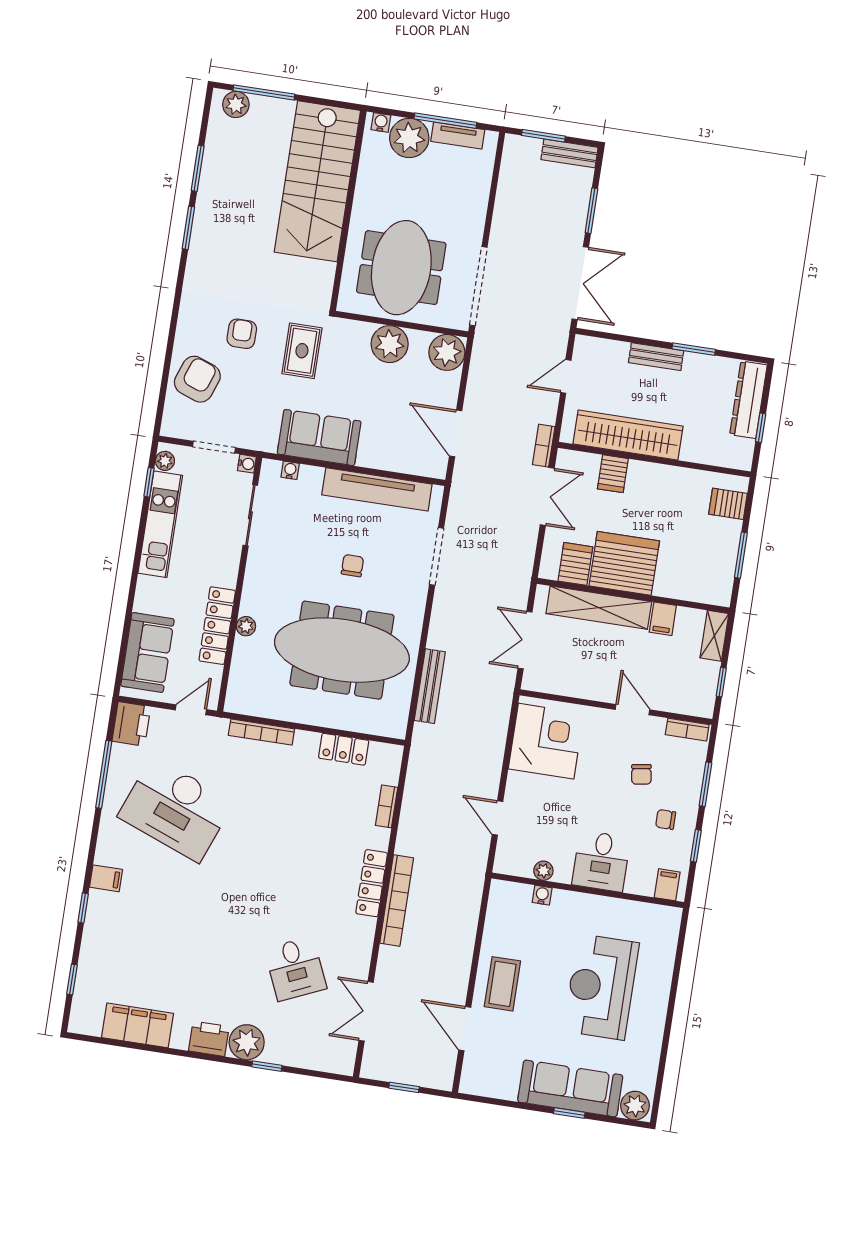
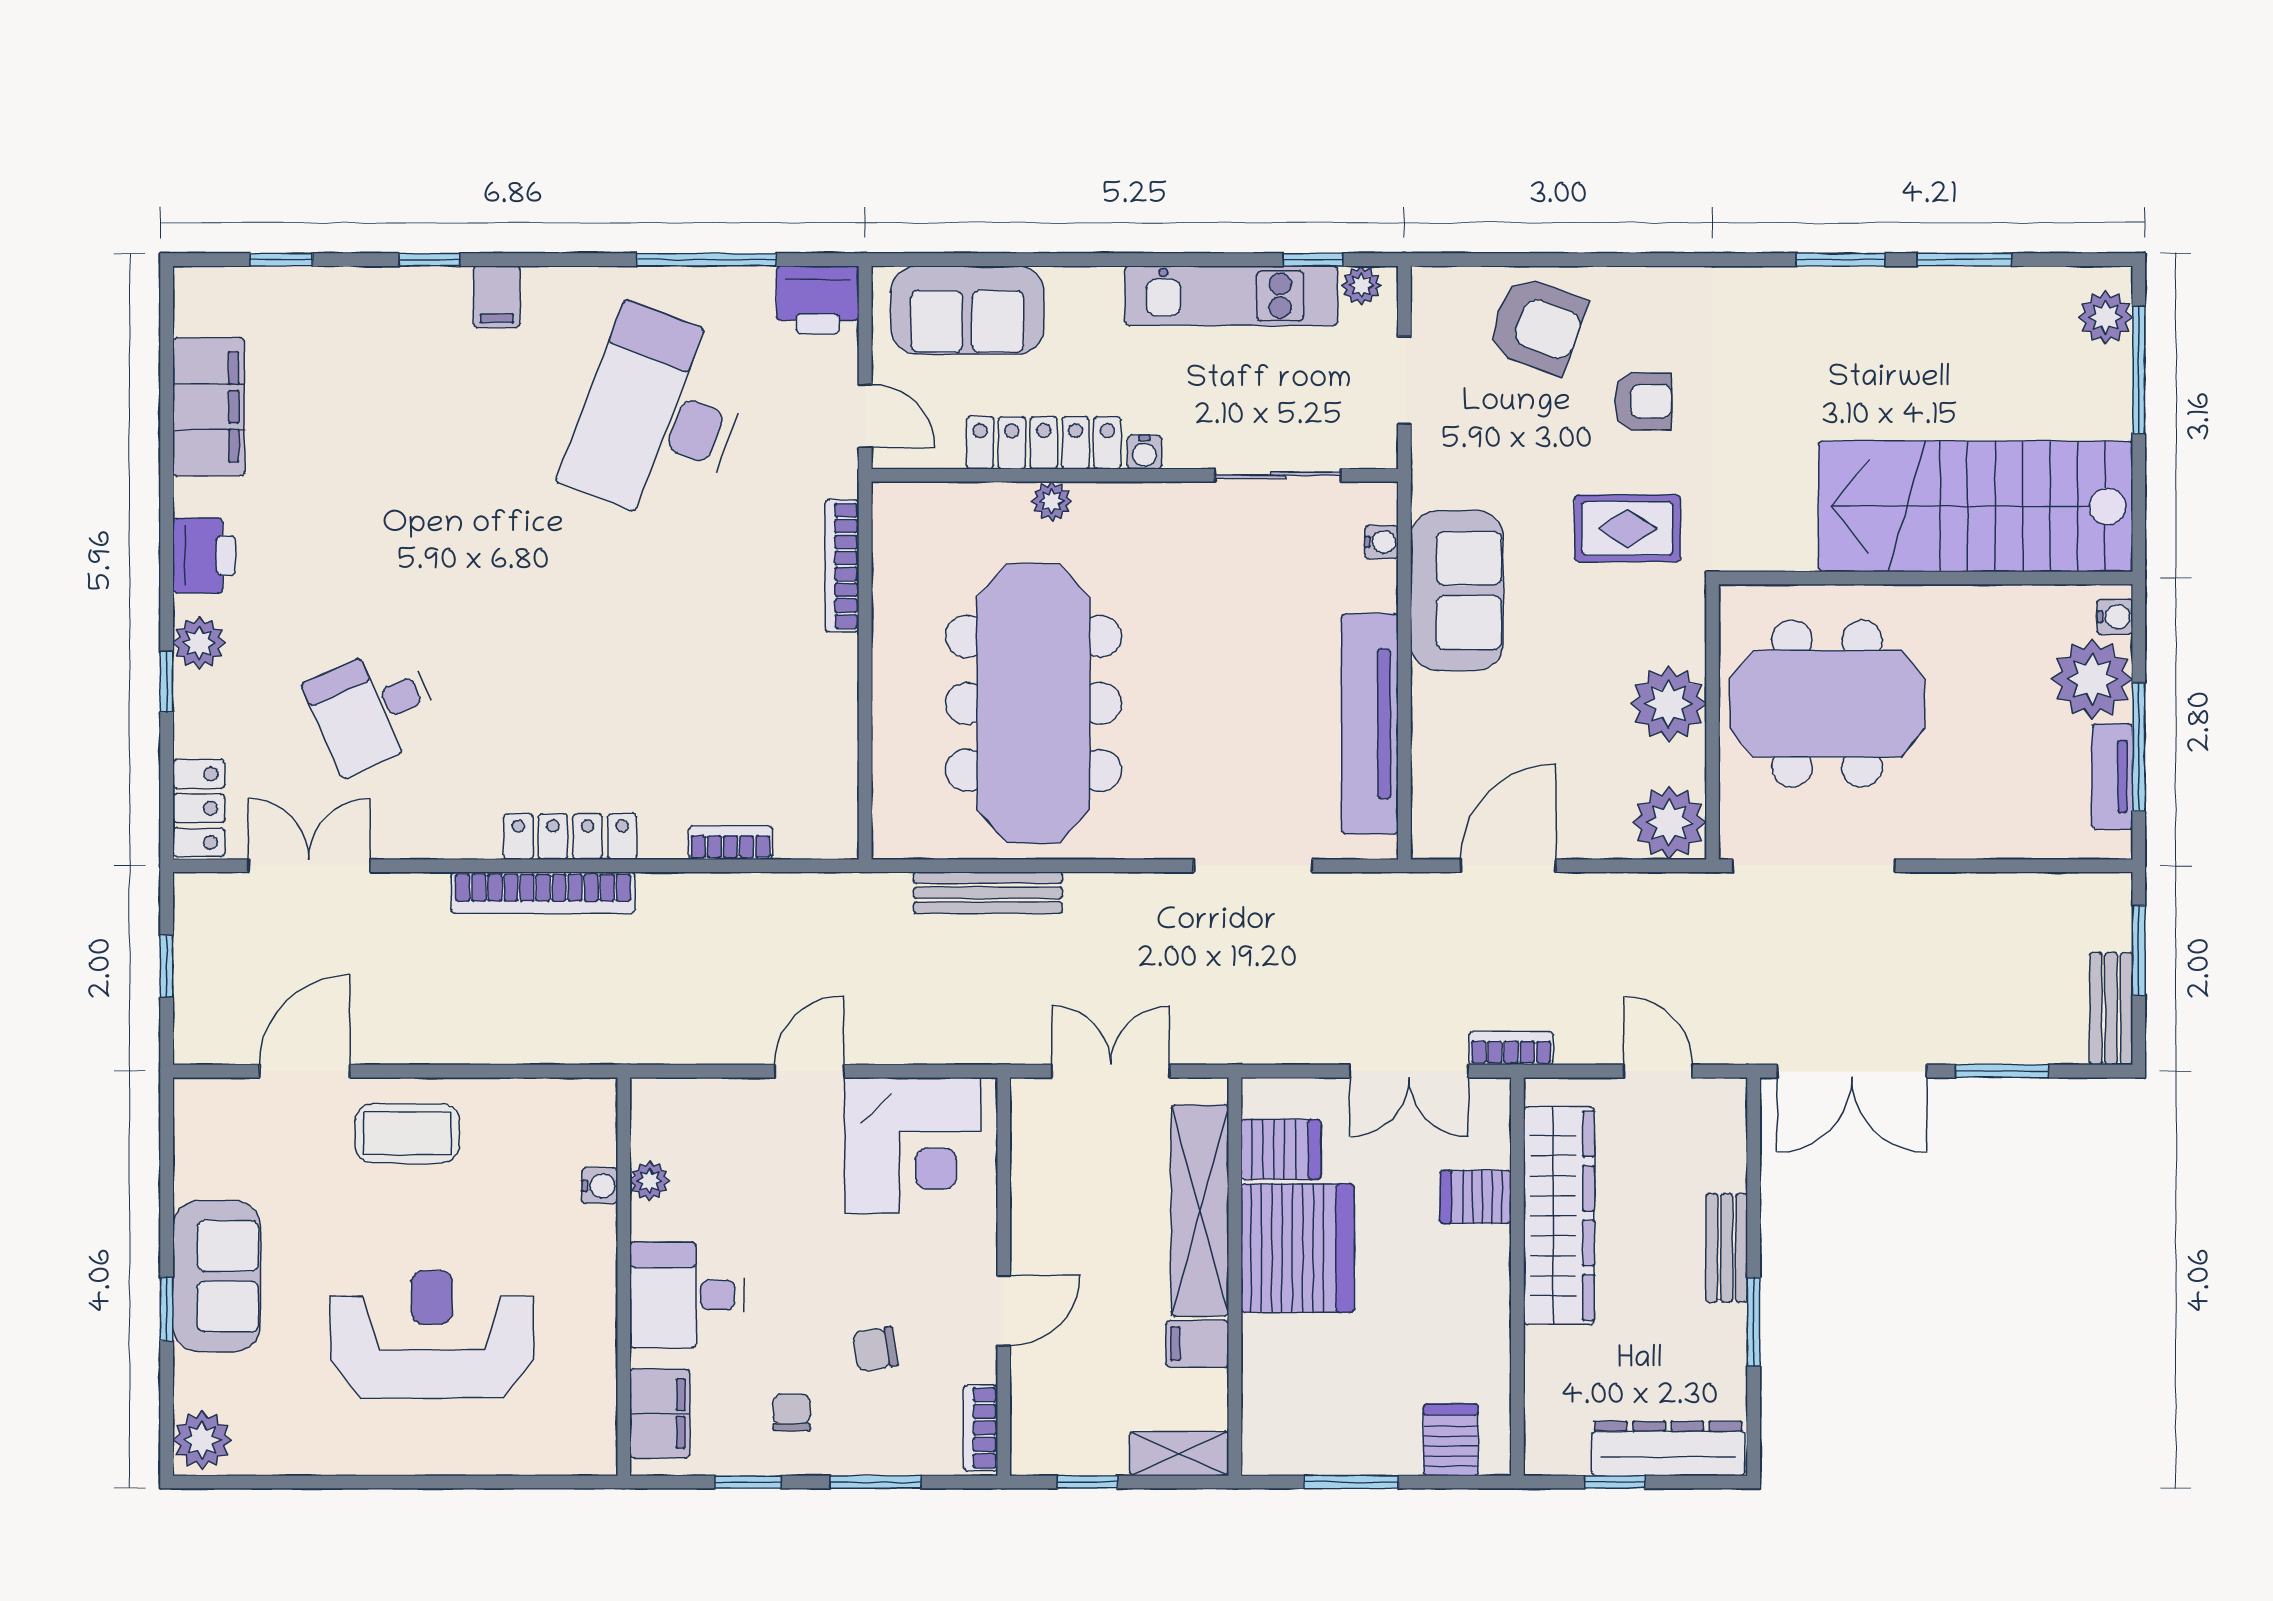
water cooler: (247, 464) -> (1144, 452), moved
chair: (352, 566) -> (1208, 698), removed
locker: (344, 749) -> (199, 808), moved, turned 180
door: (497, 818) -> (809, 1071), moved
filing cabinet: (667, 885) -> (660, 1413), width x2.00
plant: (247, 1042) -> (199, 643), width x0.73, depth x0.73
sofa: (570, 1088) -> (217, 1276), width x0.73

